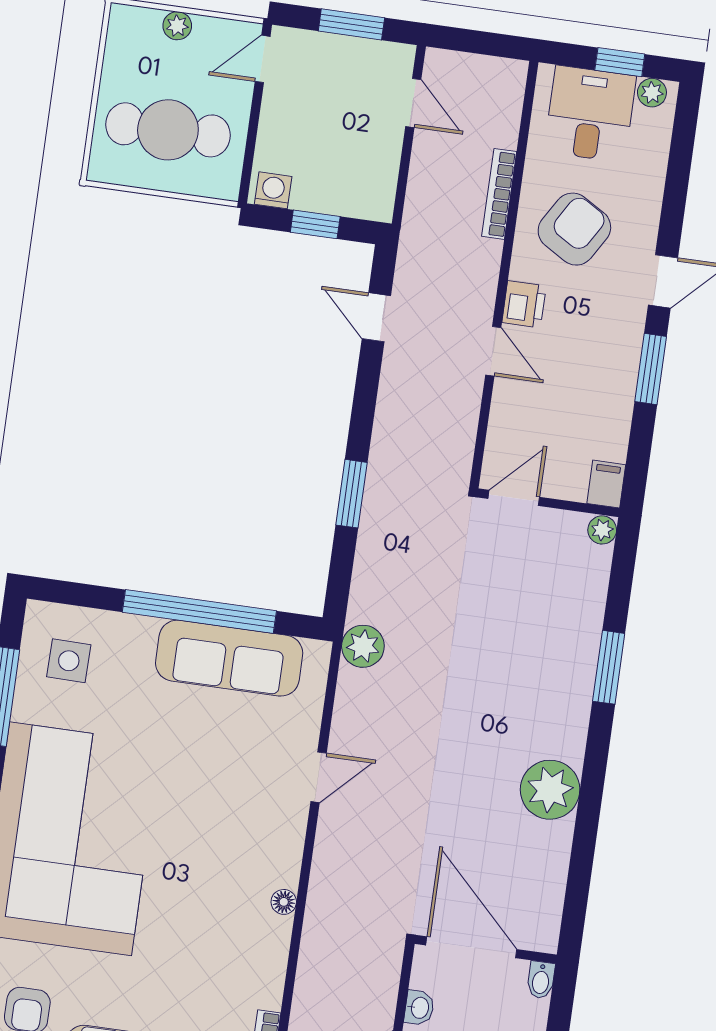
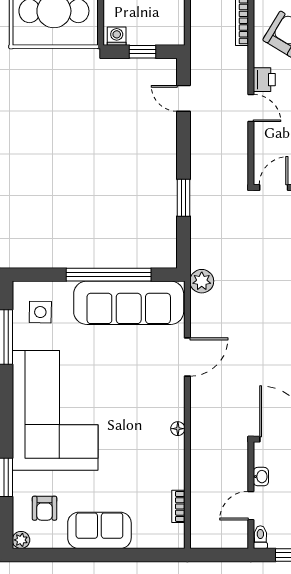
sofa: (229, 658) -> (129, 303), width x1.36, depth x1.27
door: (319, 777) -> (187, 357), width x1.38

